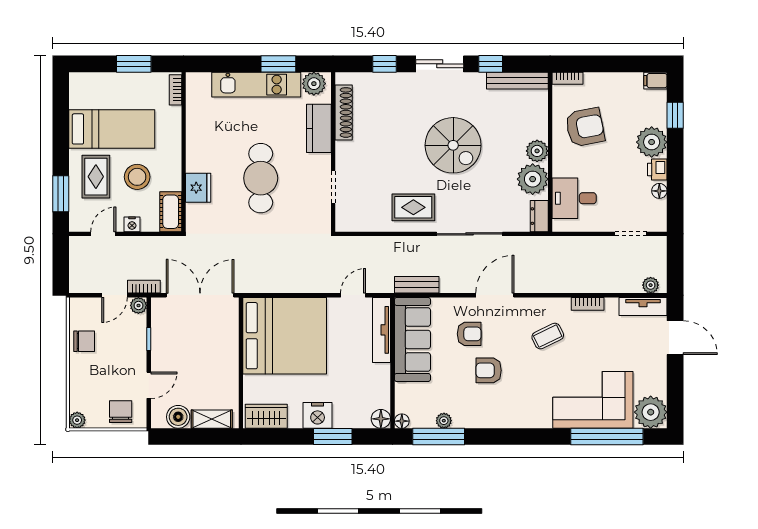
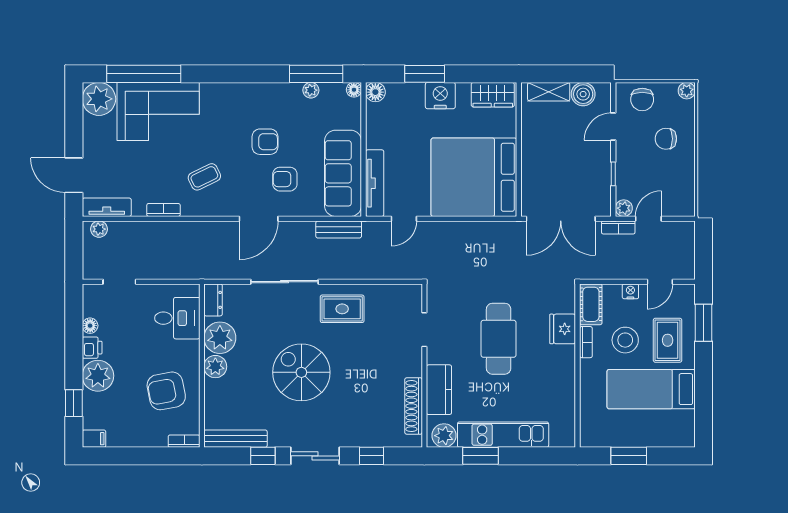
bookcase: (175, 90) -> (586, 342), moved
chair: (84, 341) -> (666, 139), moved

